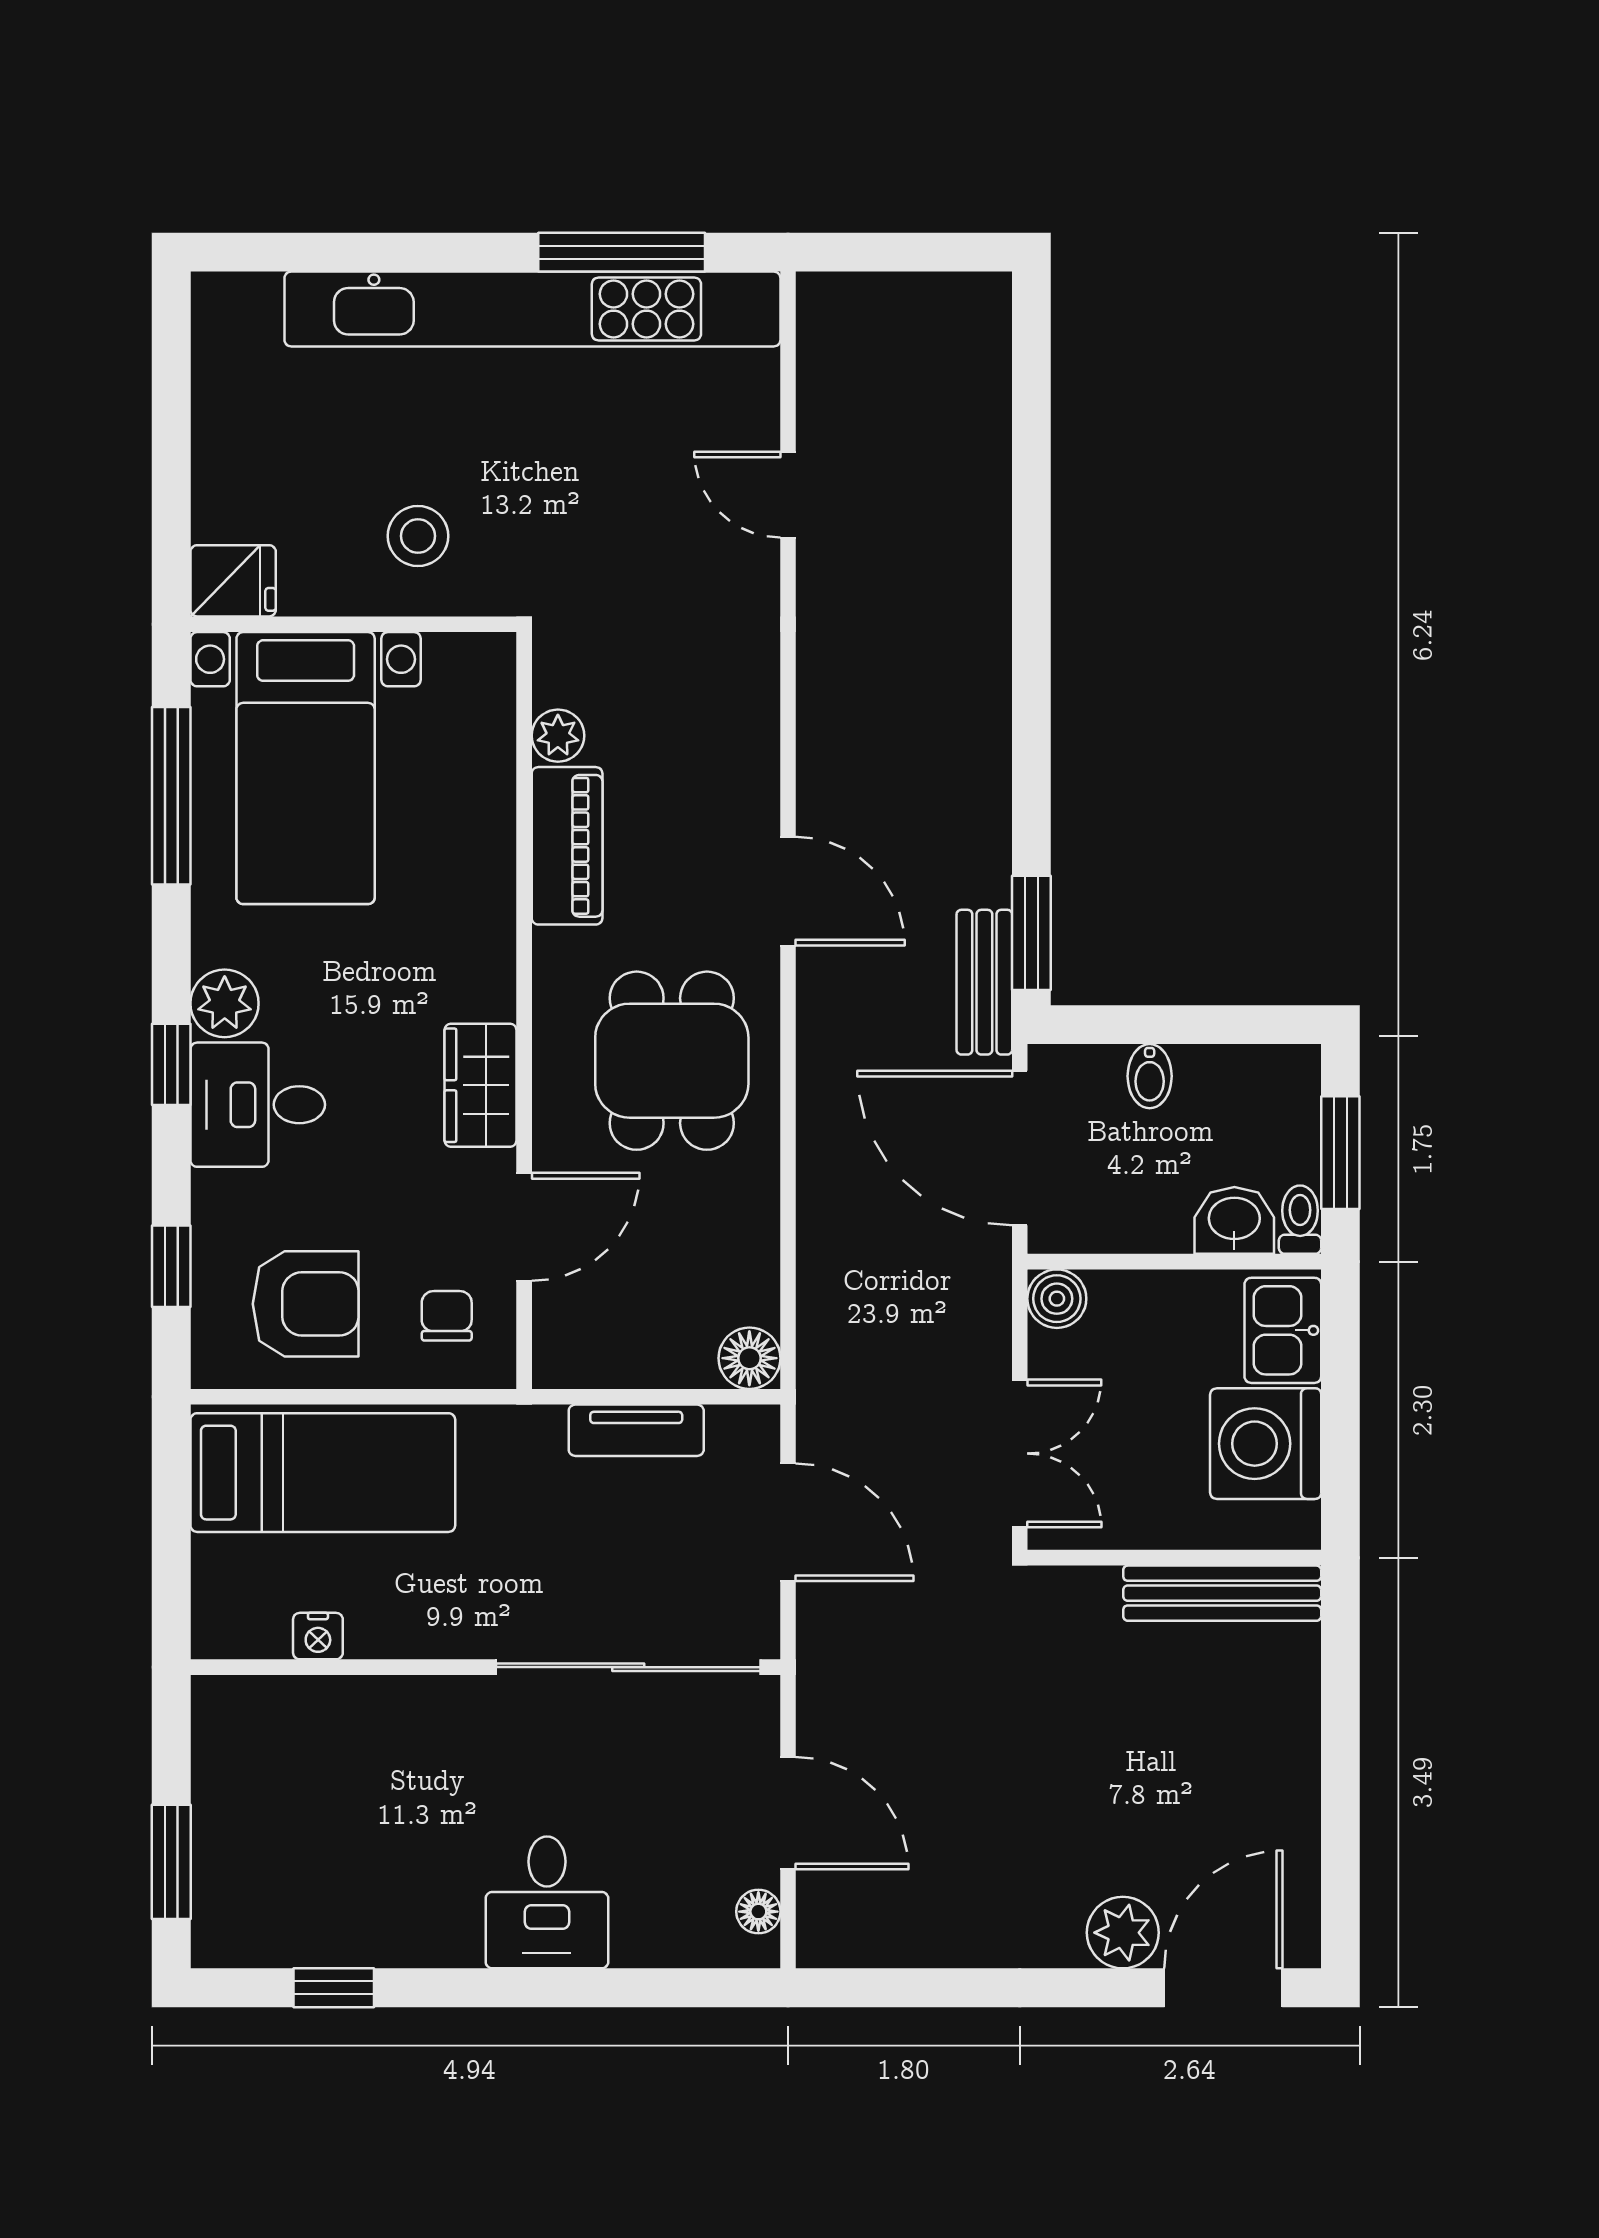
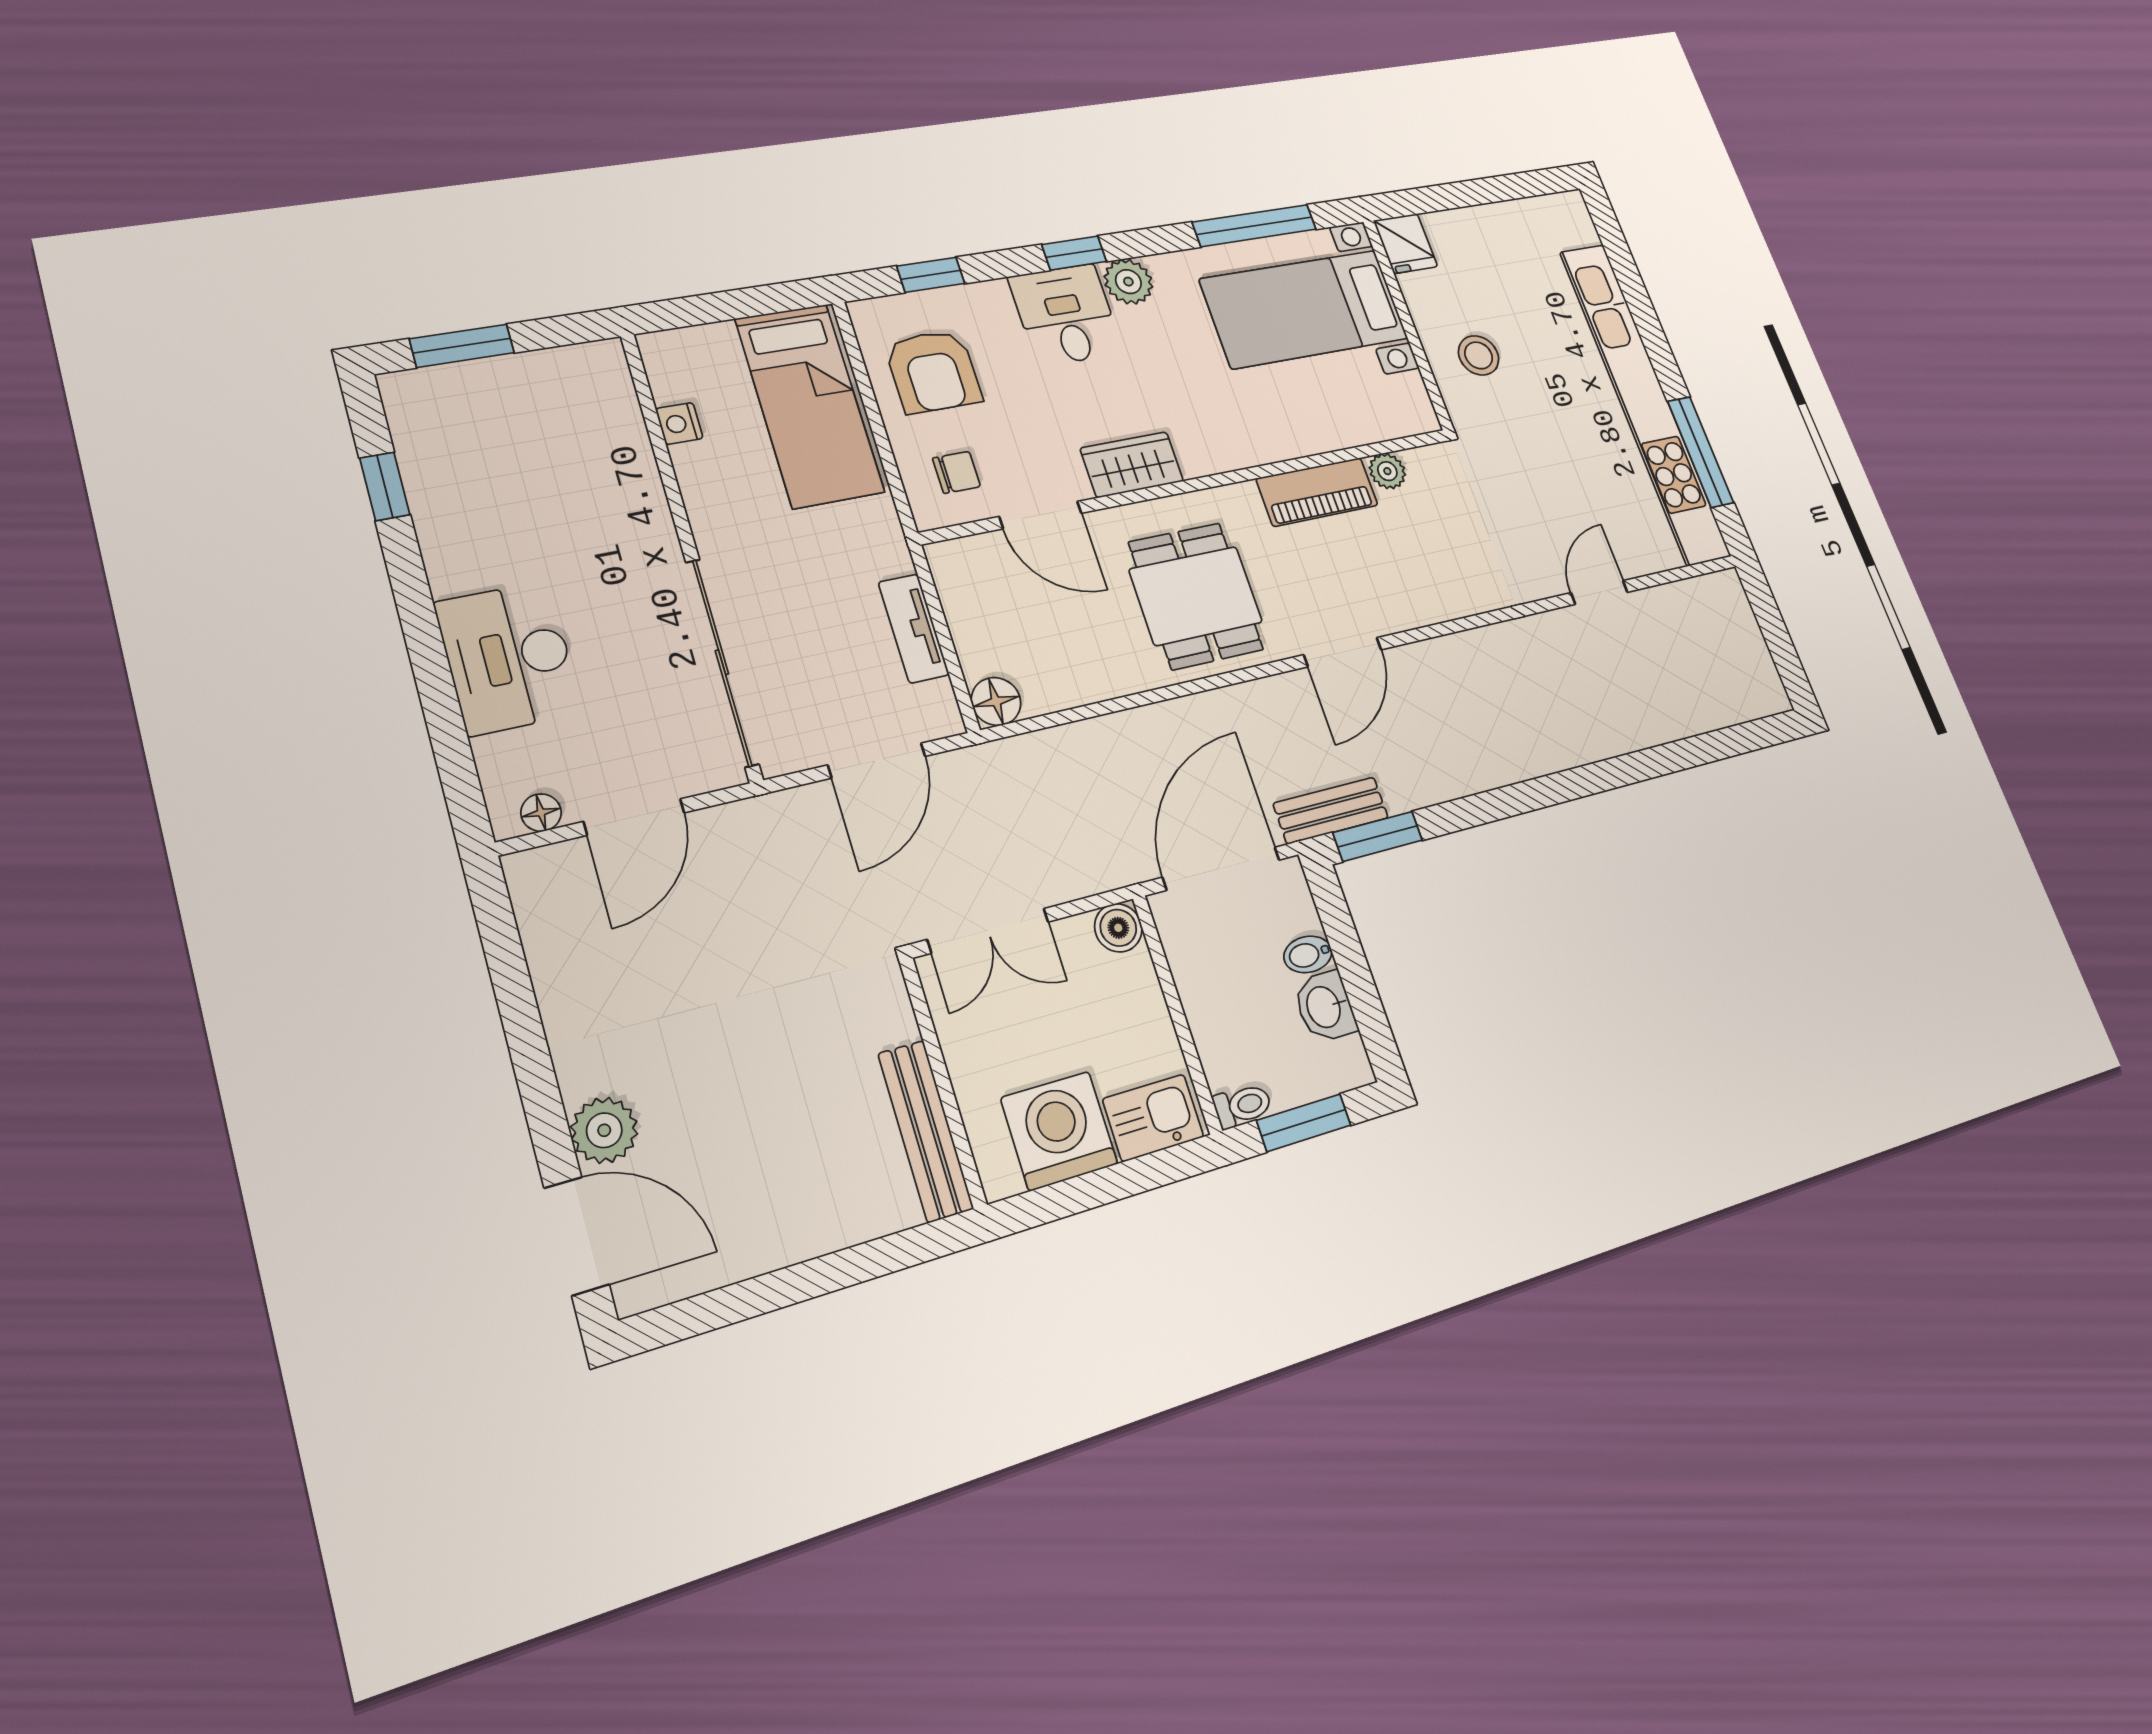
dining table: (672, 1061) -> (1196, 596), turned 90
washbasin: (1234, 1220) -> (1325, 1007), moved, turned 180
desk: (547, 1902) -> (509, 658), width x1.37

